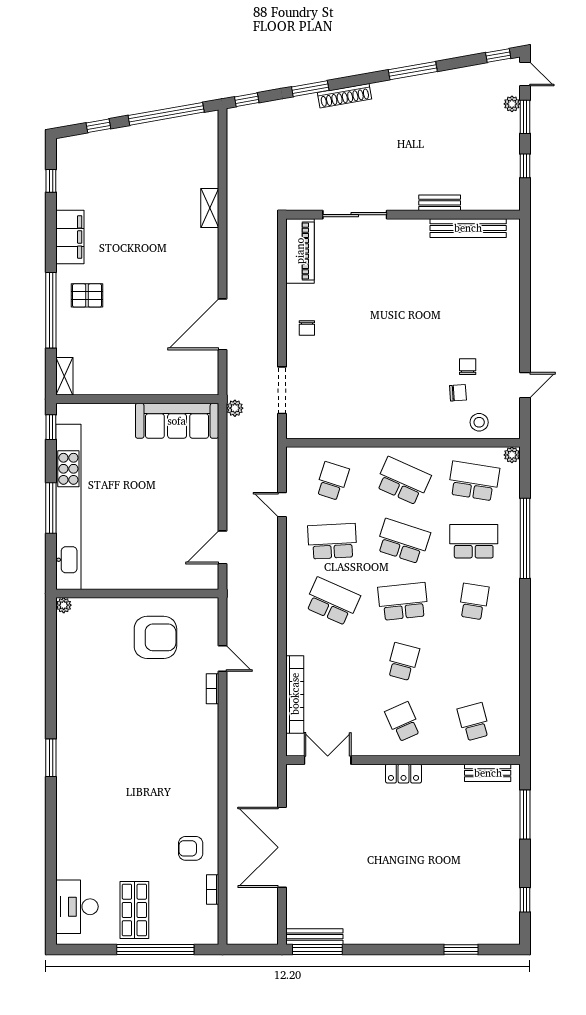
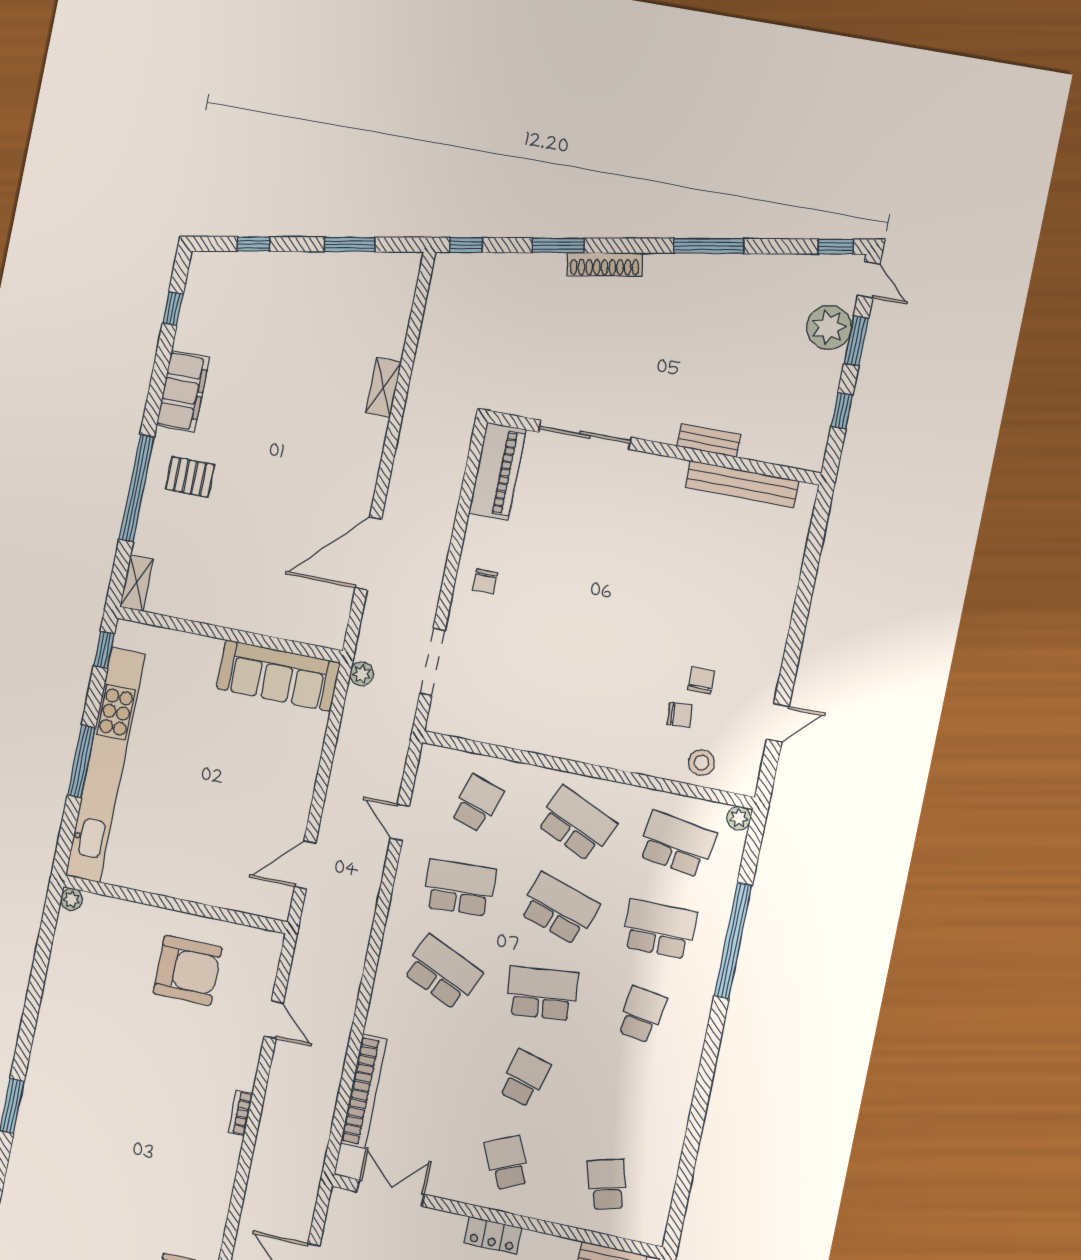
plant: (512, 104) -> (829, 327), width x1.88, depth x1.88
window: (166, 114) -> (350, 244), width x0.47
bookcase: (212, 689) -> (240, 1113), moved

